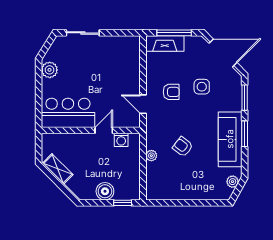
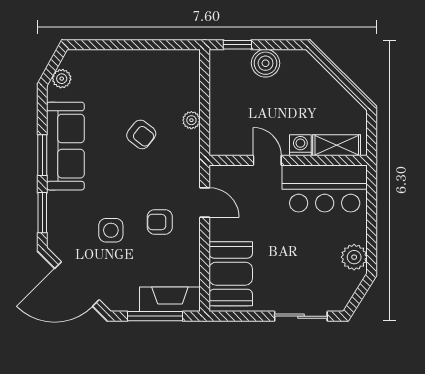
booth: (127, 60) -> (231, 274), added
door: (104, 130) -> (267, 160), swing flipped
washing machine: (121, 140) -> (300, 145), moved
shelving: (58, 169) -> (337, 145), moved, turned -45

